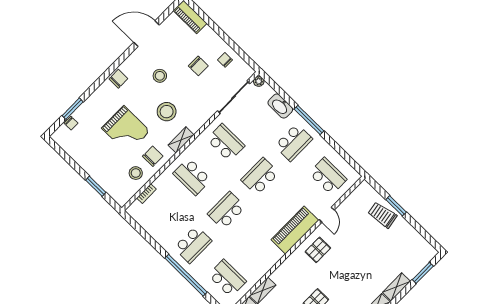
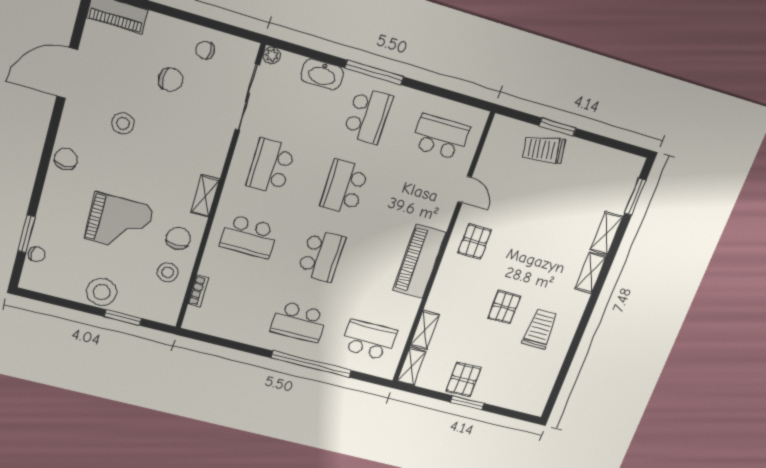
stool: (167, 112) -> (102, 292), moved
school desk: (226, 143) -> (271, 167), turned -90
school desk: (226, 210) -> (321, 256), turned 180
piano: (295, 230) -> (419, 261), moved
school desk: (193, 244) -> (299, 322), turned 90

